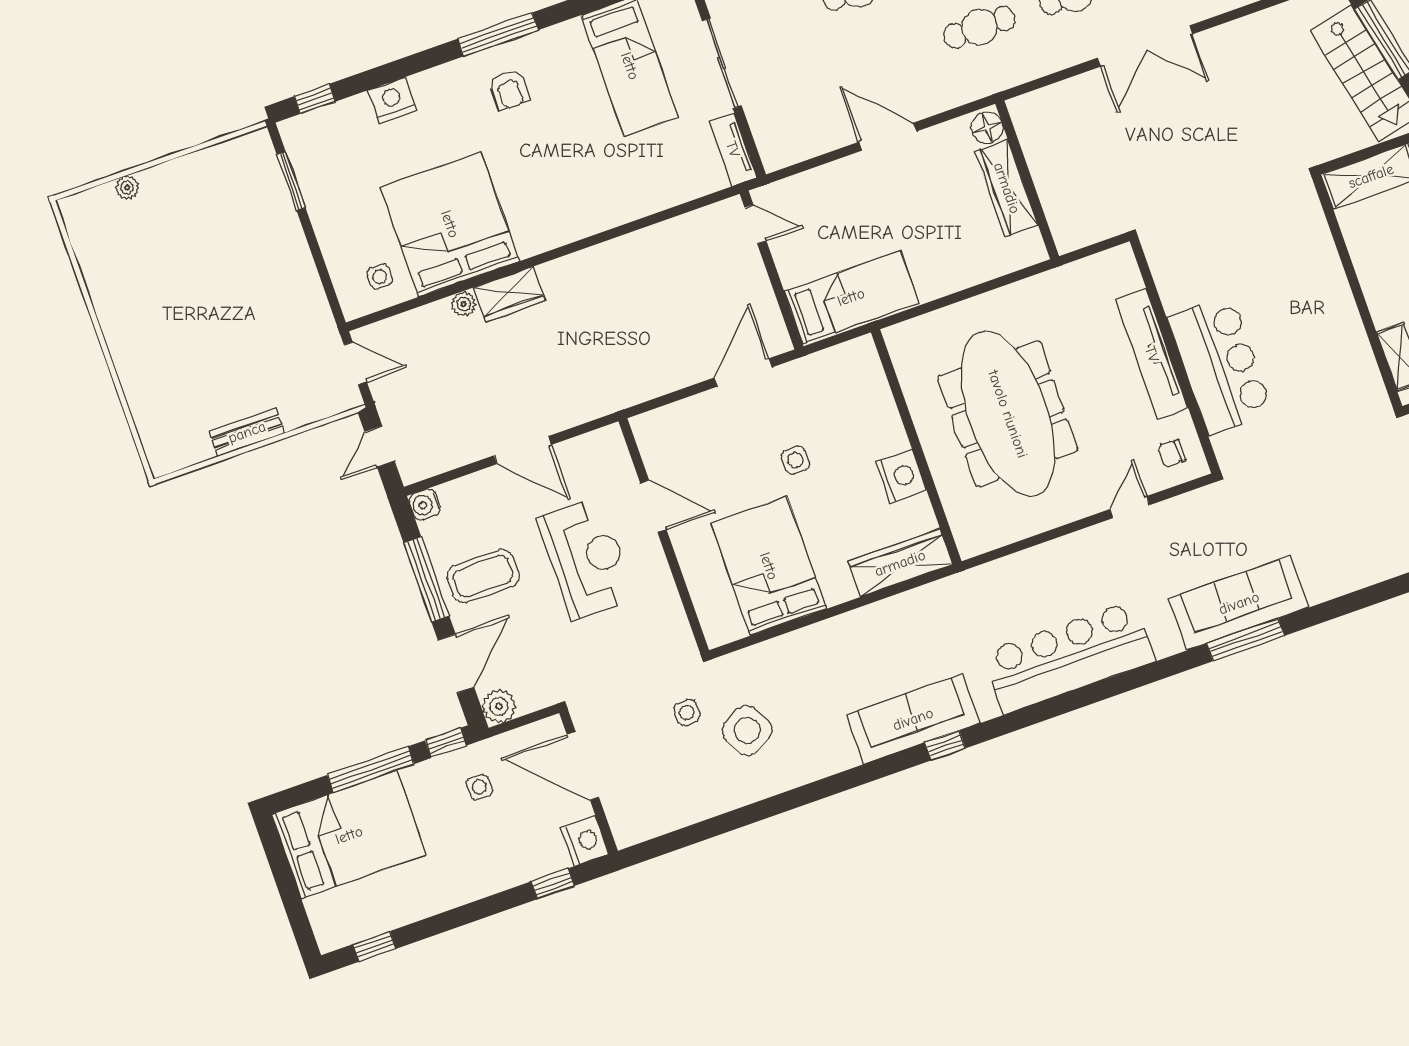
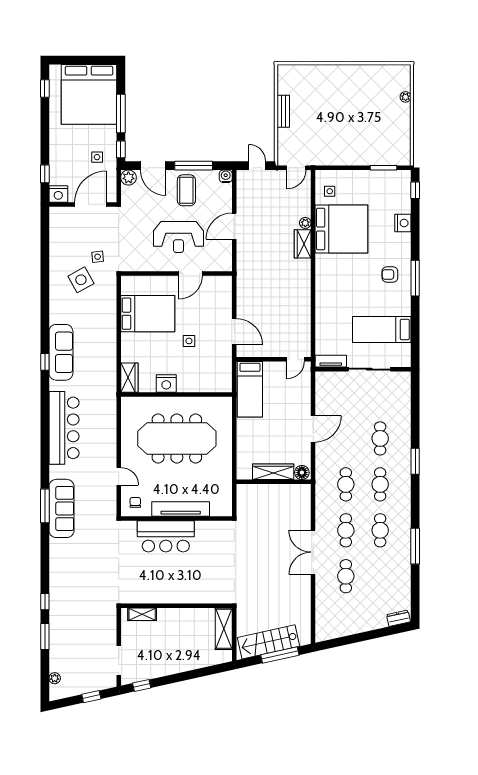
wardrobe: (900, 563) -> (129, 378), width x0.67
bed: (349, 835) -> (89, 94), width x1.36

